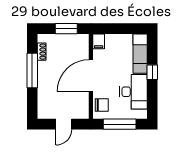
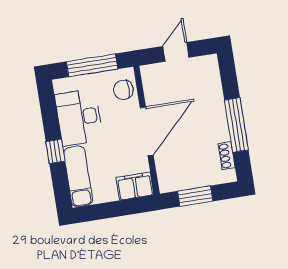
filing cabinet: (99, 41) -> (135, 186), width x2.00

